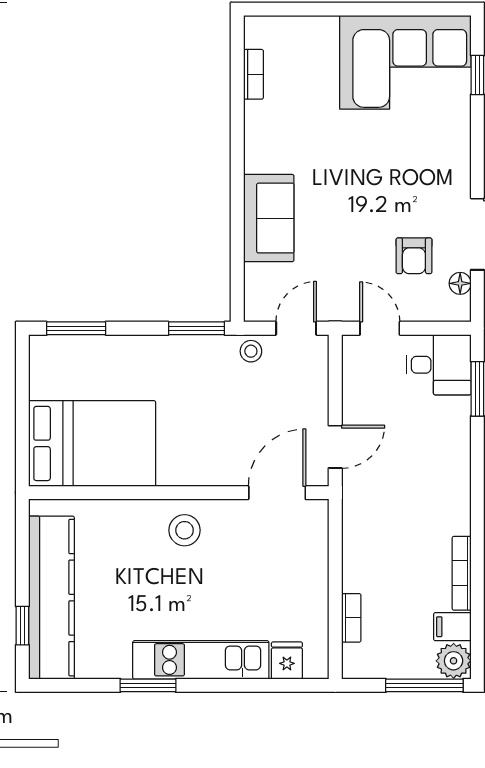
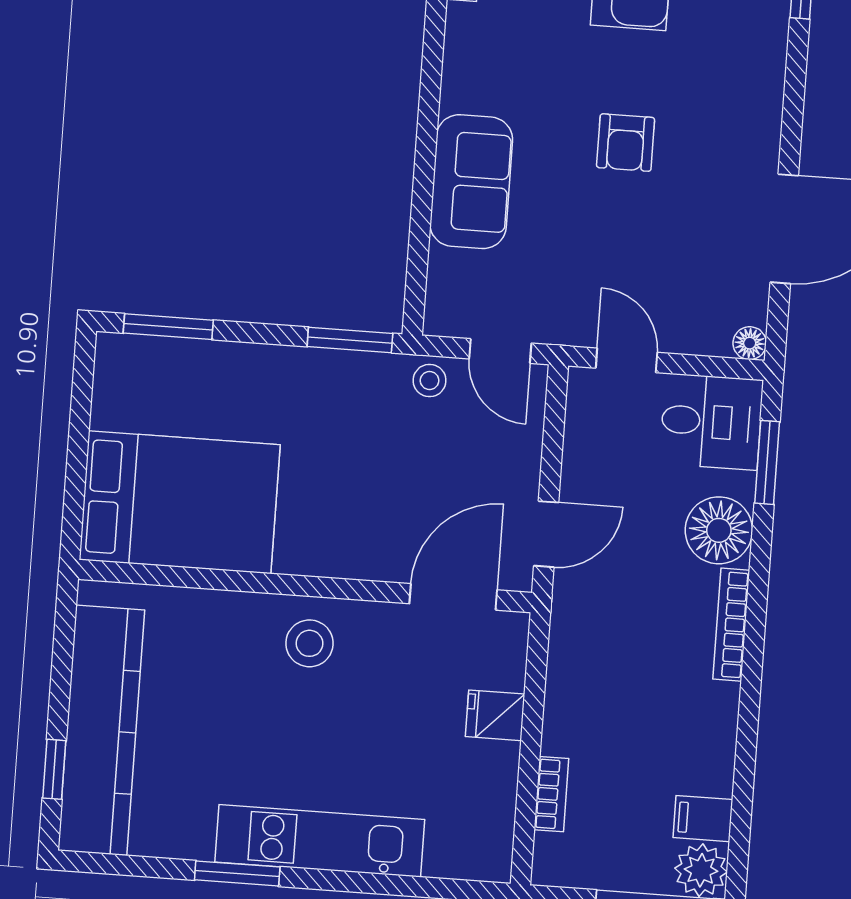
armchair: (414, 256) -> (626, 143), moved
floor lamp: (460, 283) -> (750, 343), moved
door: (296, 328) -> (500, 351), swing flipped
floor lamp: (449, 436) -> (719, 530), added
bookcase: (462, 573) -> (731, 625), moved
fridge: (287, 661) -> (495, 715), moved, turned -90

